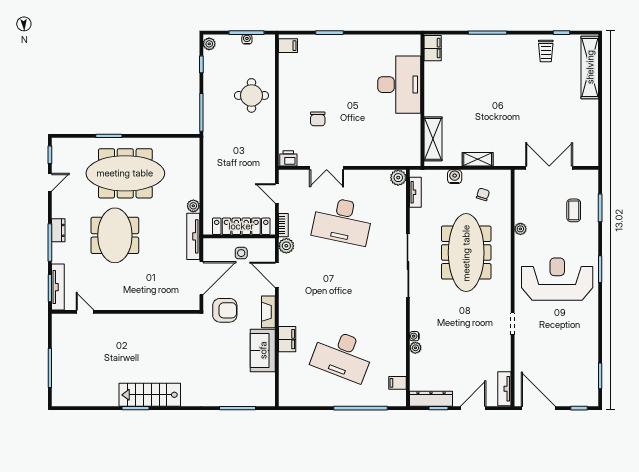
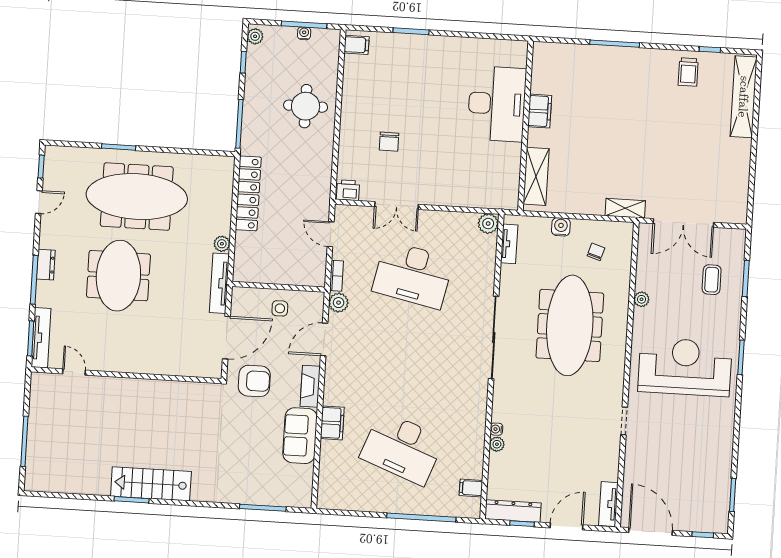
filing cabinet: (433, 48) -> (540, 111), moved
shelving: (478, 159) -> (625, 208), moved
double door: (549, 168) -> (683, 223), swing flipped
locker: (241, 226) -> (248, 193), moved, turned 90
door: (277, 275) -> (324, 339), hinge flipped

